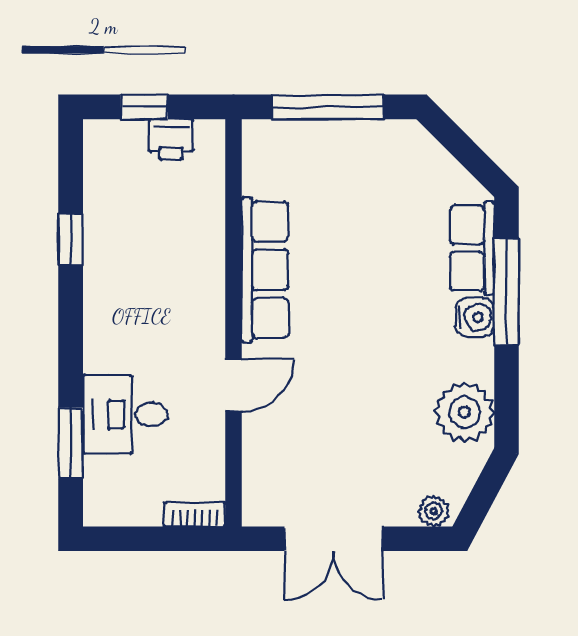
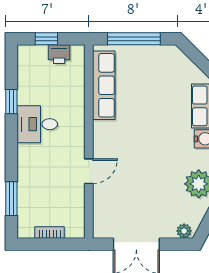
row of seats: (265, 270) -> (104, 85), moved
desk: (125, 415) -> (37, 124), moved
bookcase: (195, 514) -> (50, 232), moved

